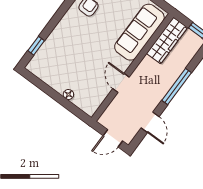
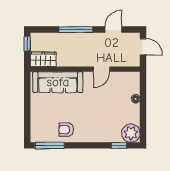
wardrobe: (167, 41) -> (43, 59), width x0.67
plant: (39, 66) -> (131, 133), added

